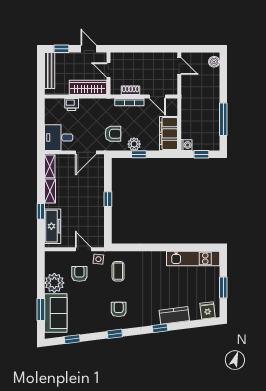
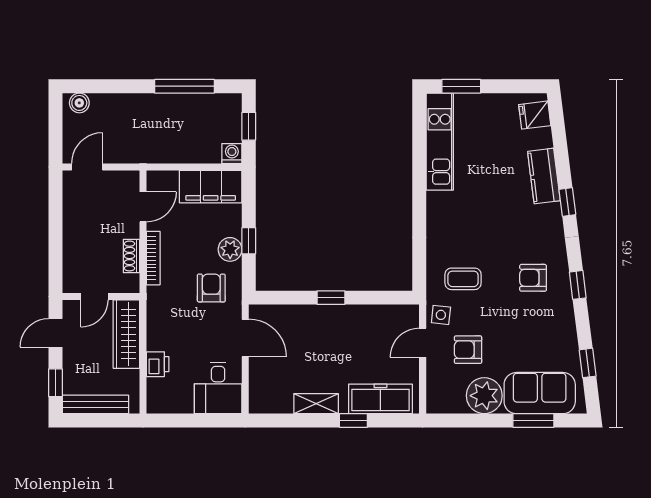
shelving: (50, 166) -> (271, 404), removed
window: (223, 288) -> (461, 86), moved

